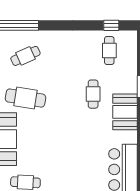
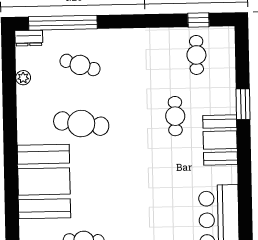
cafe table: (25, 56) -> (80, 65), turned 42

